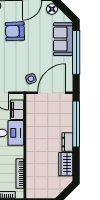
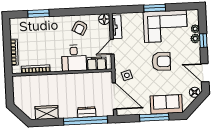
armchair: (15, 31) -> (161, 61), moved, turned 93
window: (76, 52) -> (154, 117), width x0.68
dresser: (67, 142) -> (87, 112), moved

